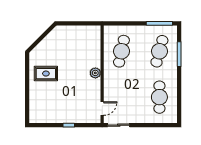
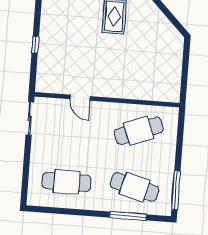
cafe table: (121, 51) -> (139, 131), turned -33
plant: (95, 73) -> (110, 90), removed
door: (102, 109) -> (80, 98), moved

